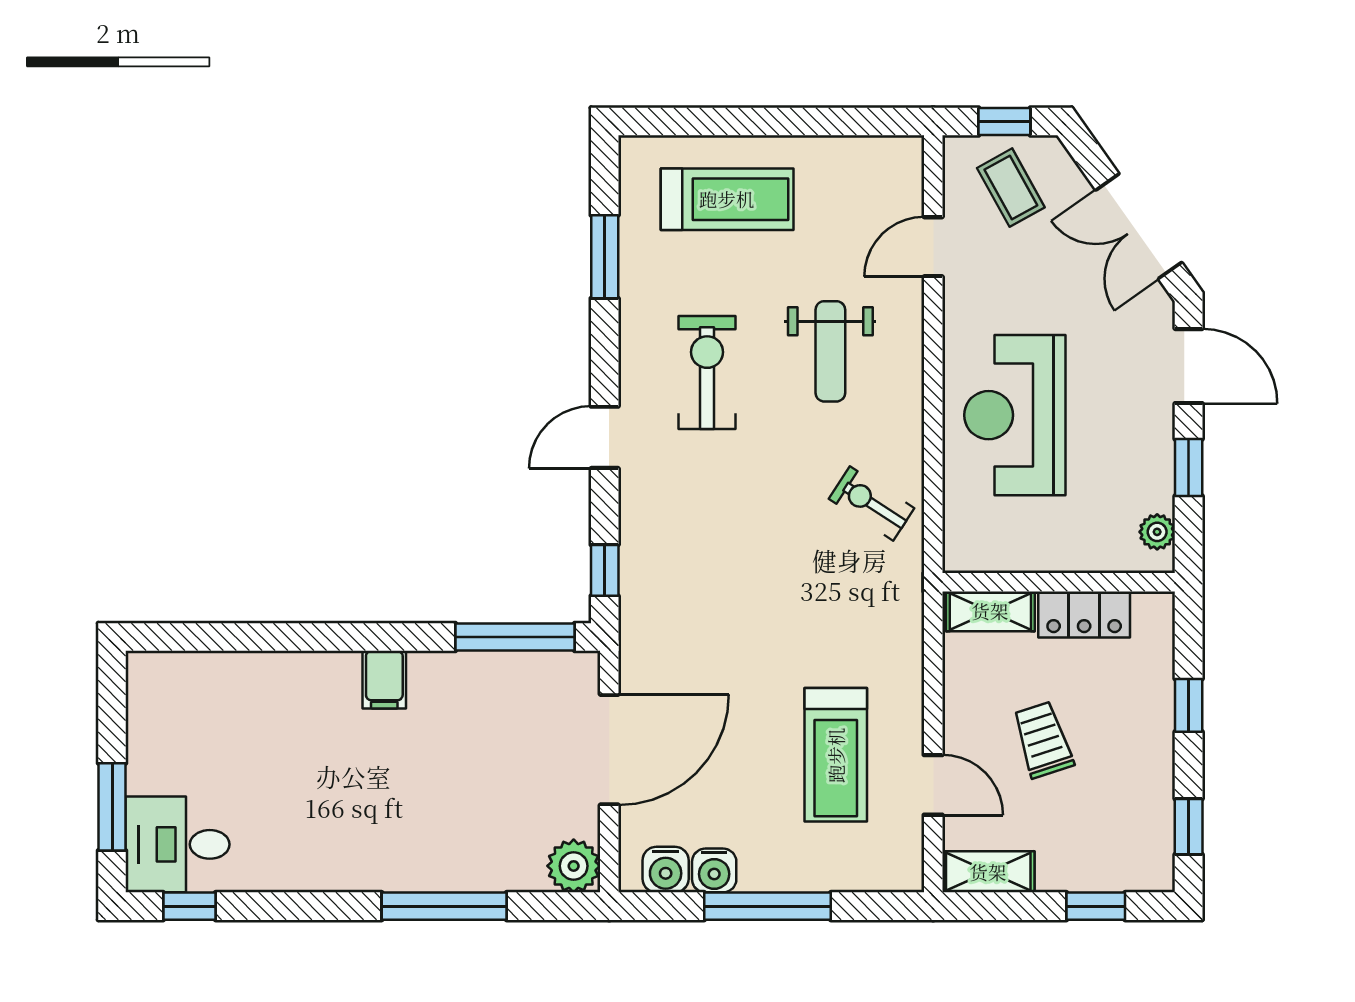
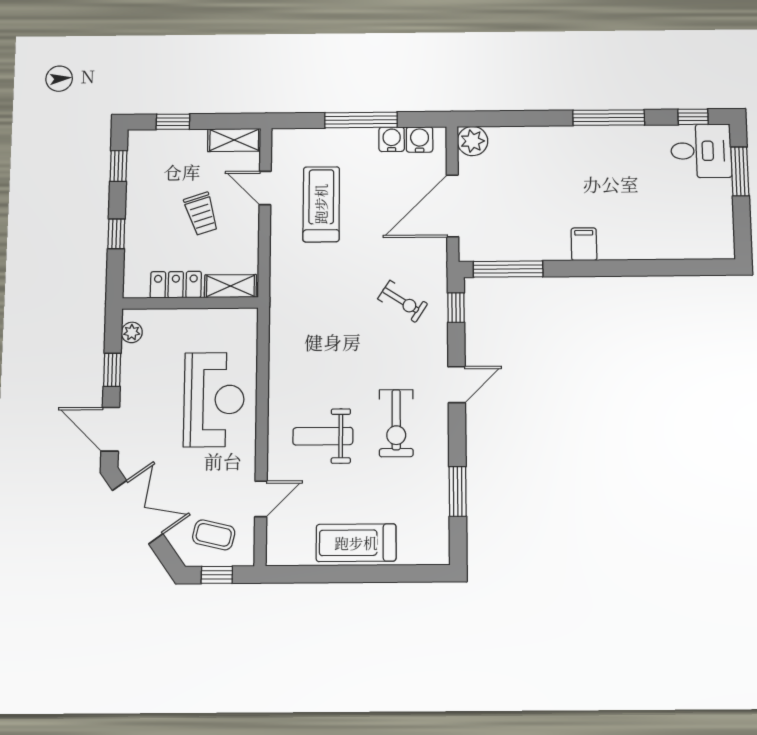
coffee table: (1011, 188) -> (214, 535), turned -48
treadmill: (727, 199) -> (356, 543), moved
weight bench: (830, 351) -> (323, 436), turned -90
exercise bike: (871, 503) -> (403, 301), moved
window: (444, 906) -> (609, 118), moved

